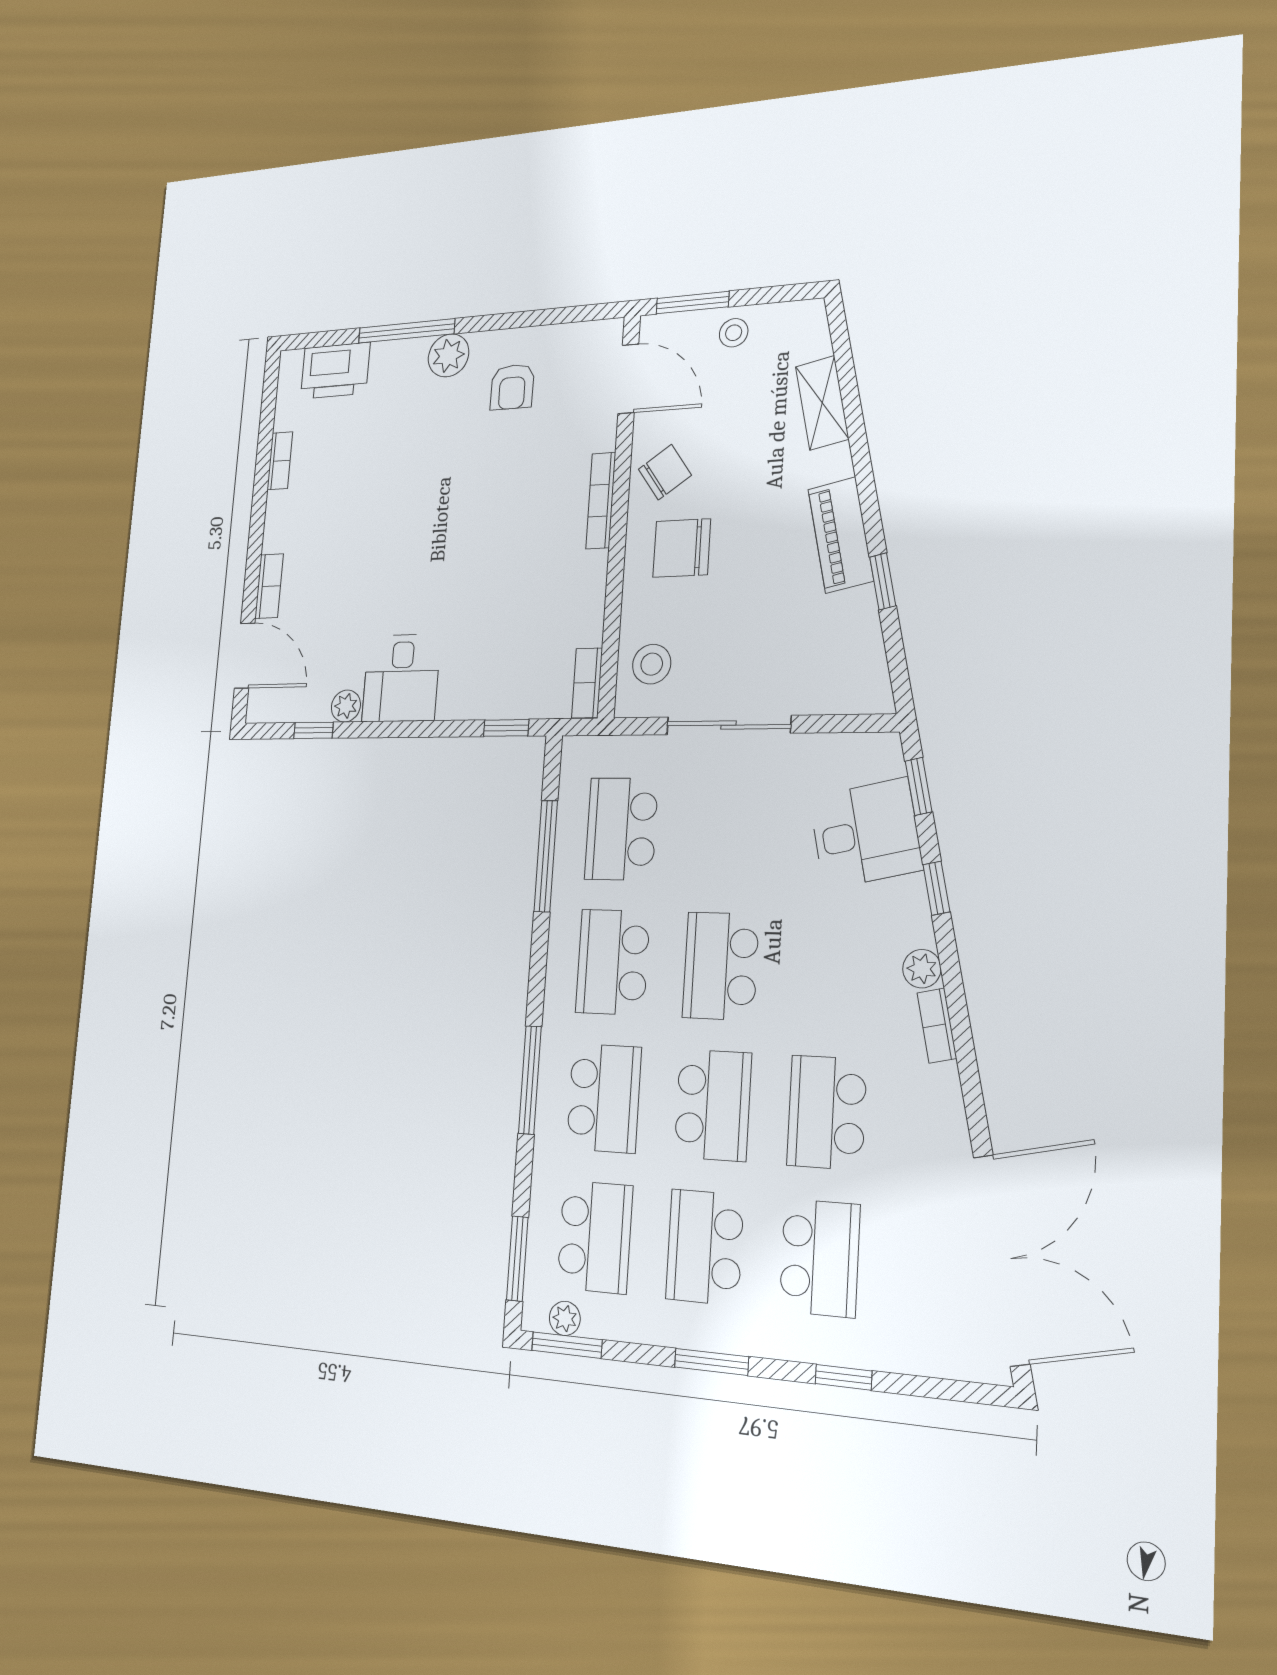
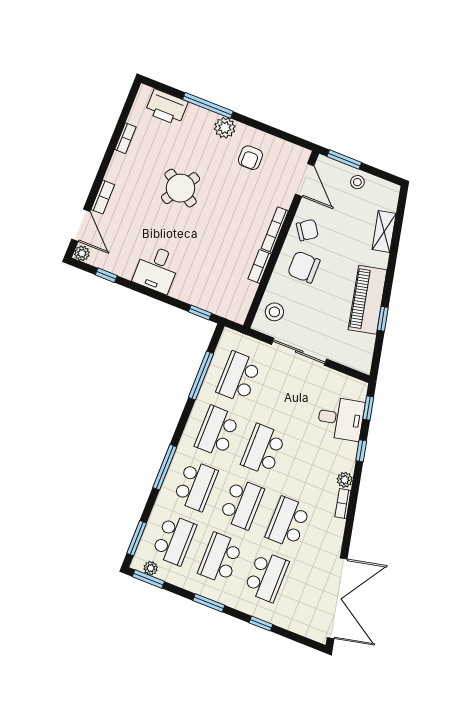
round table: (401, 505) -> (181, 188), added
piano: (841, 535) -> (368, 300), width x1.37, depth x1.33
bookcase: (587, 683) -> (260, 266), moved
plant: (346, 706) -> (82, 253), moved

